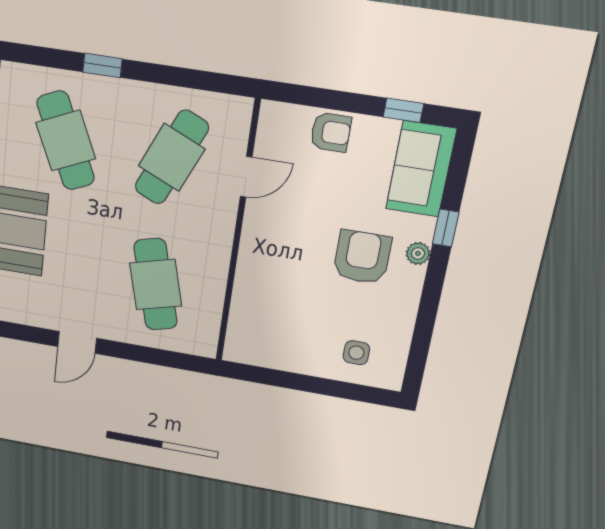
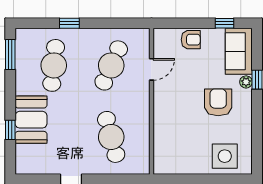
cafe table: (66, 141) -> (54, 65), turned 30
plant: (418, 253) -> (246, 82), moved
side table: (356, 353) -> (225, 156), width x1.87, depth x1.87

